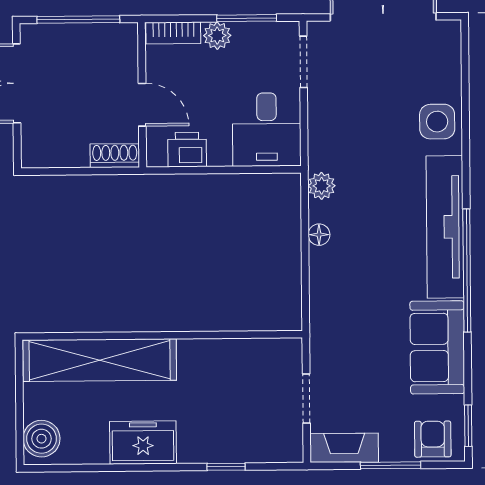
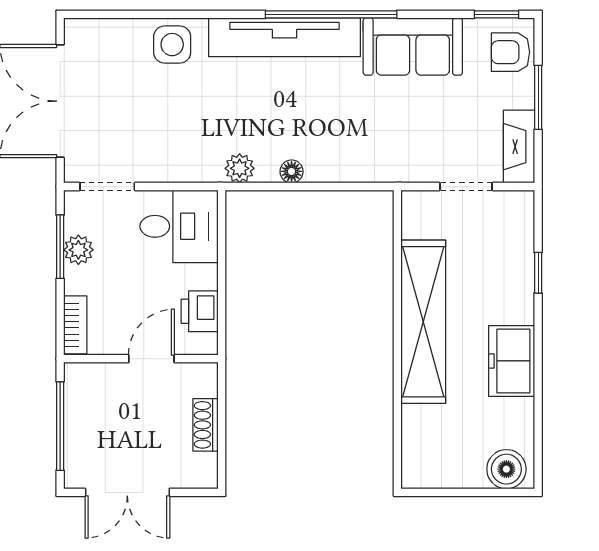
plant: (217, 36) -> (78, 250), moved
shoe rack: (115, 156) -> (205, 425), moved
shelving: (100, 360) -> (423, 322), moved

